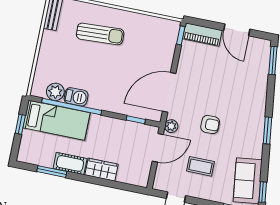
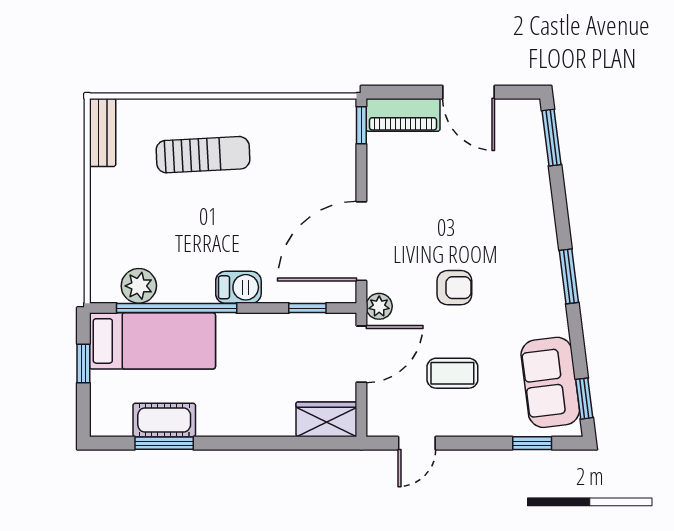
barbecue: (76, 97) -> (238, 287), moved
cot: (70, 163) -> (164, 420), moved
wardrobe: (101, 170) -> (326, 419), moved

